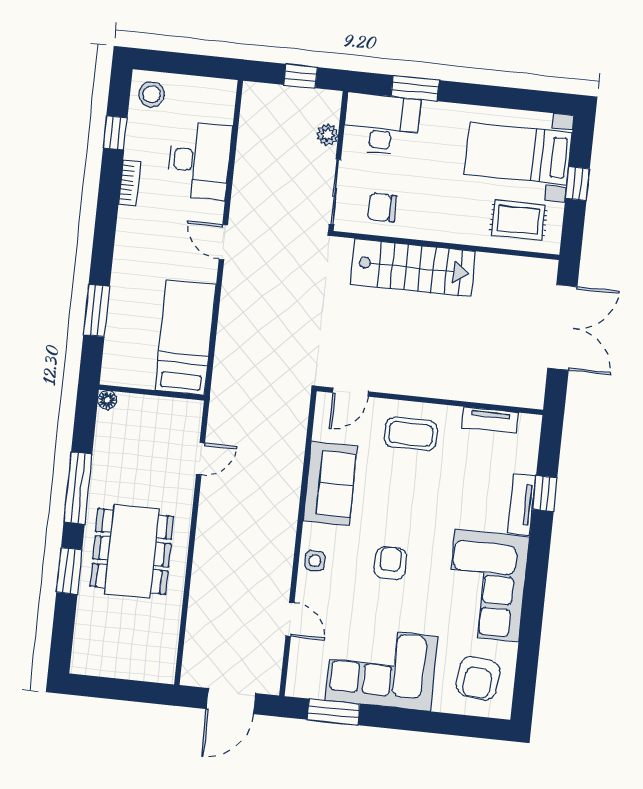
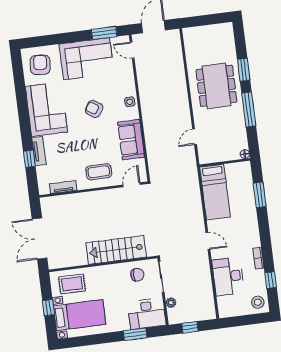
armchair: (390, 563) -> (94, 109), turned 124
door: (290, 619) -> (132, 50), moved

